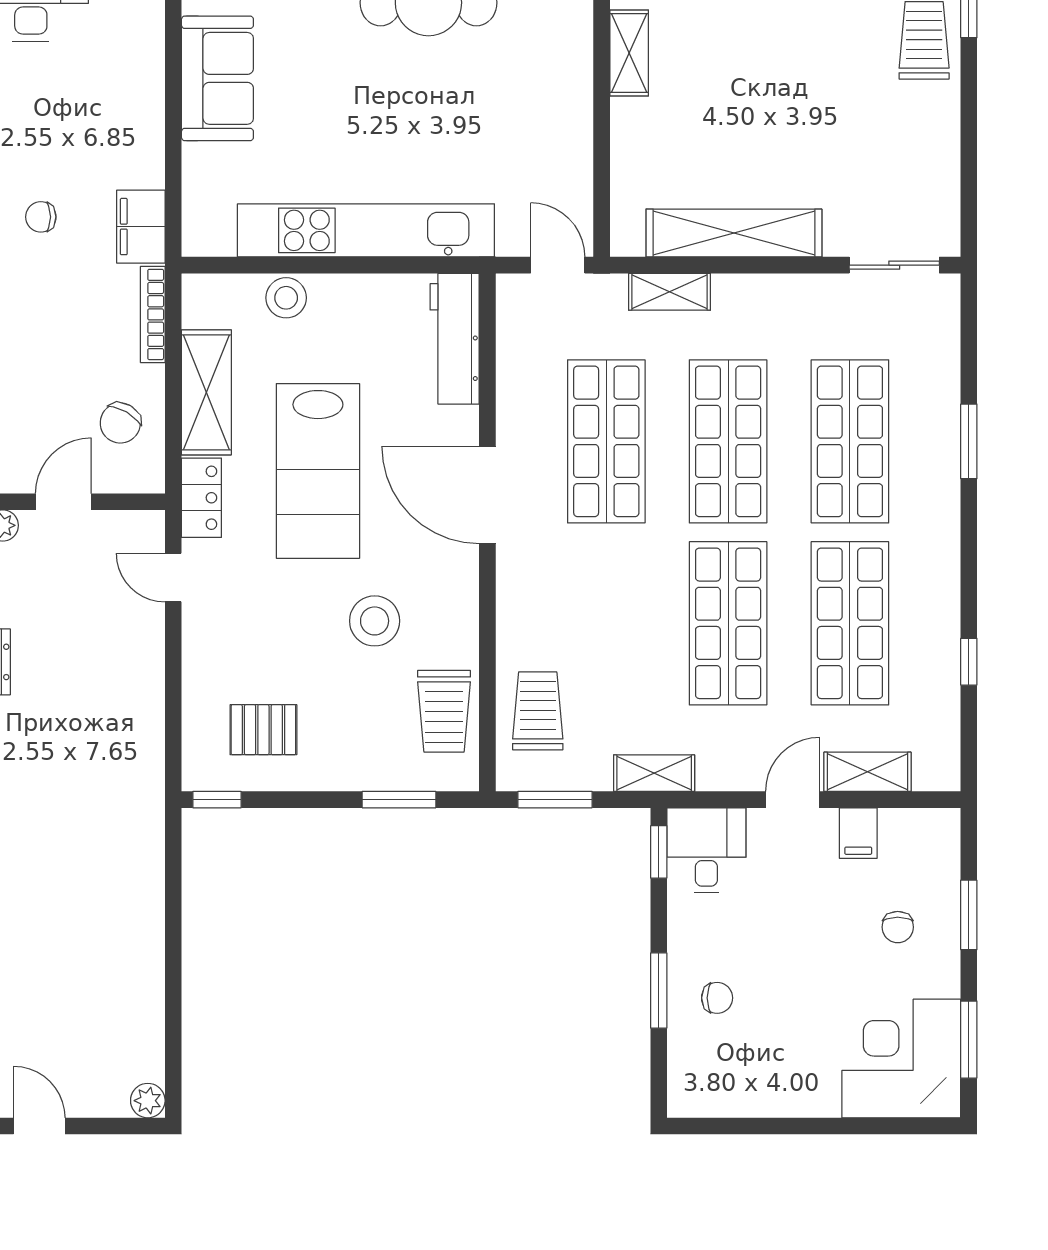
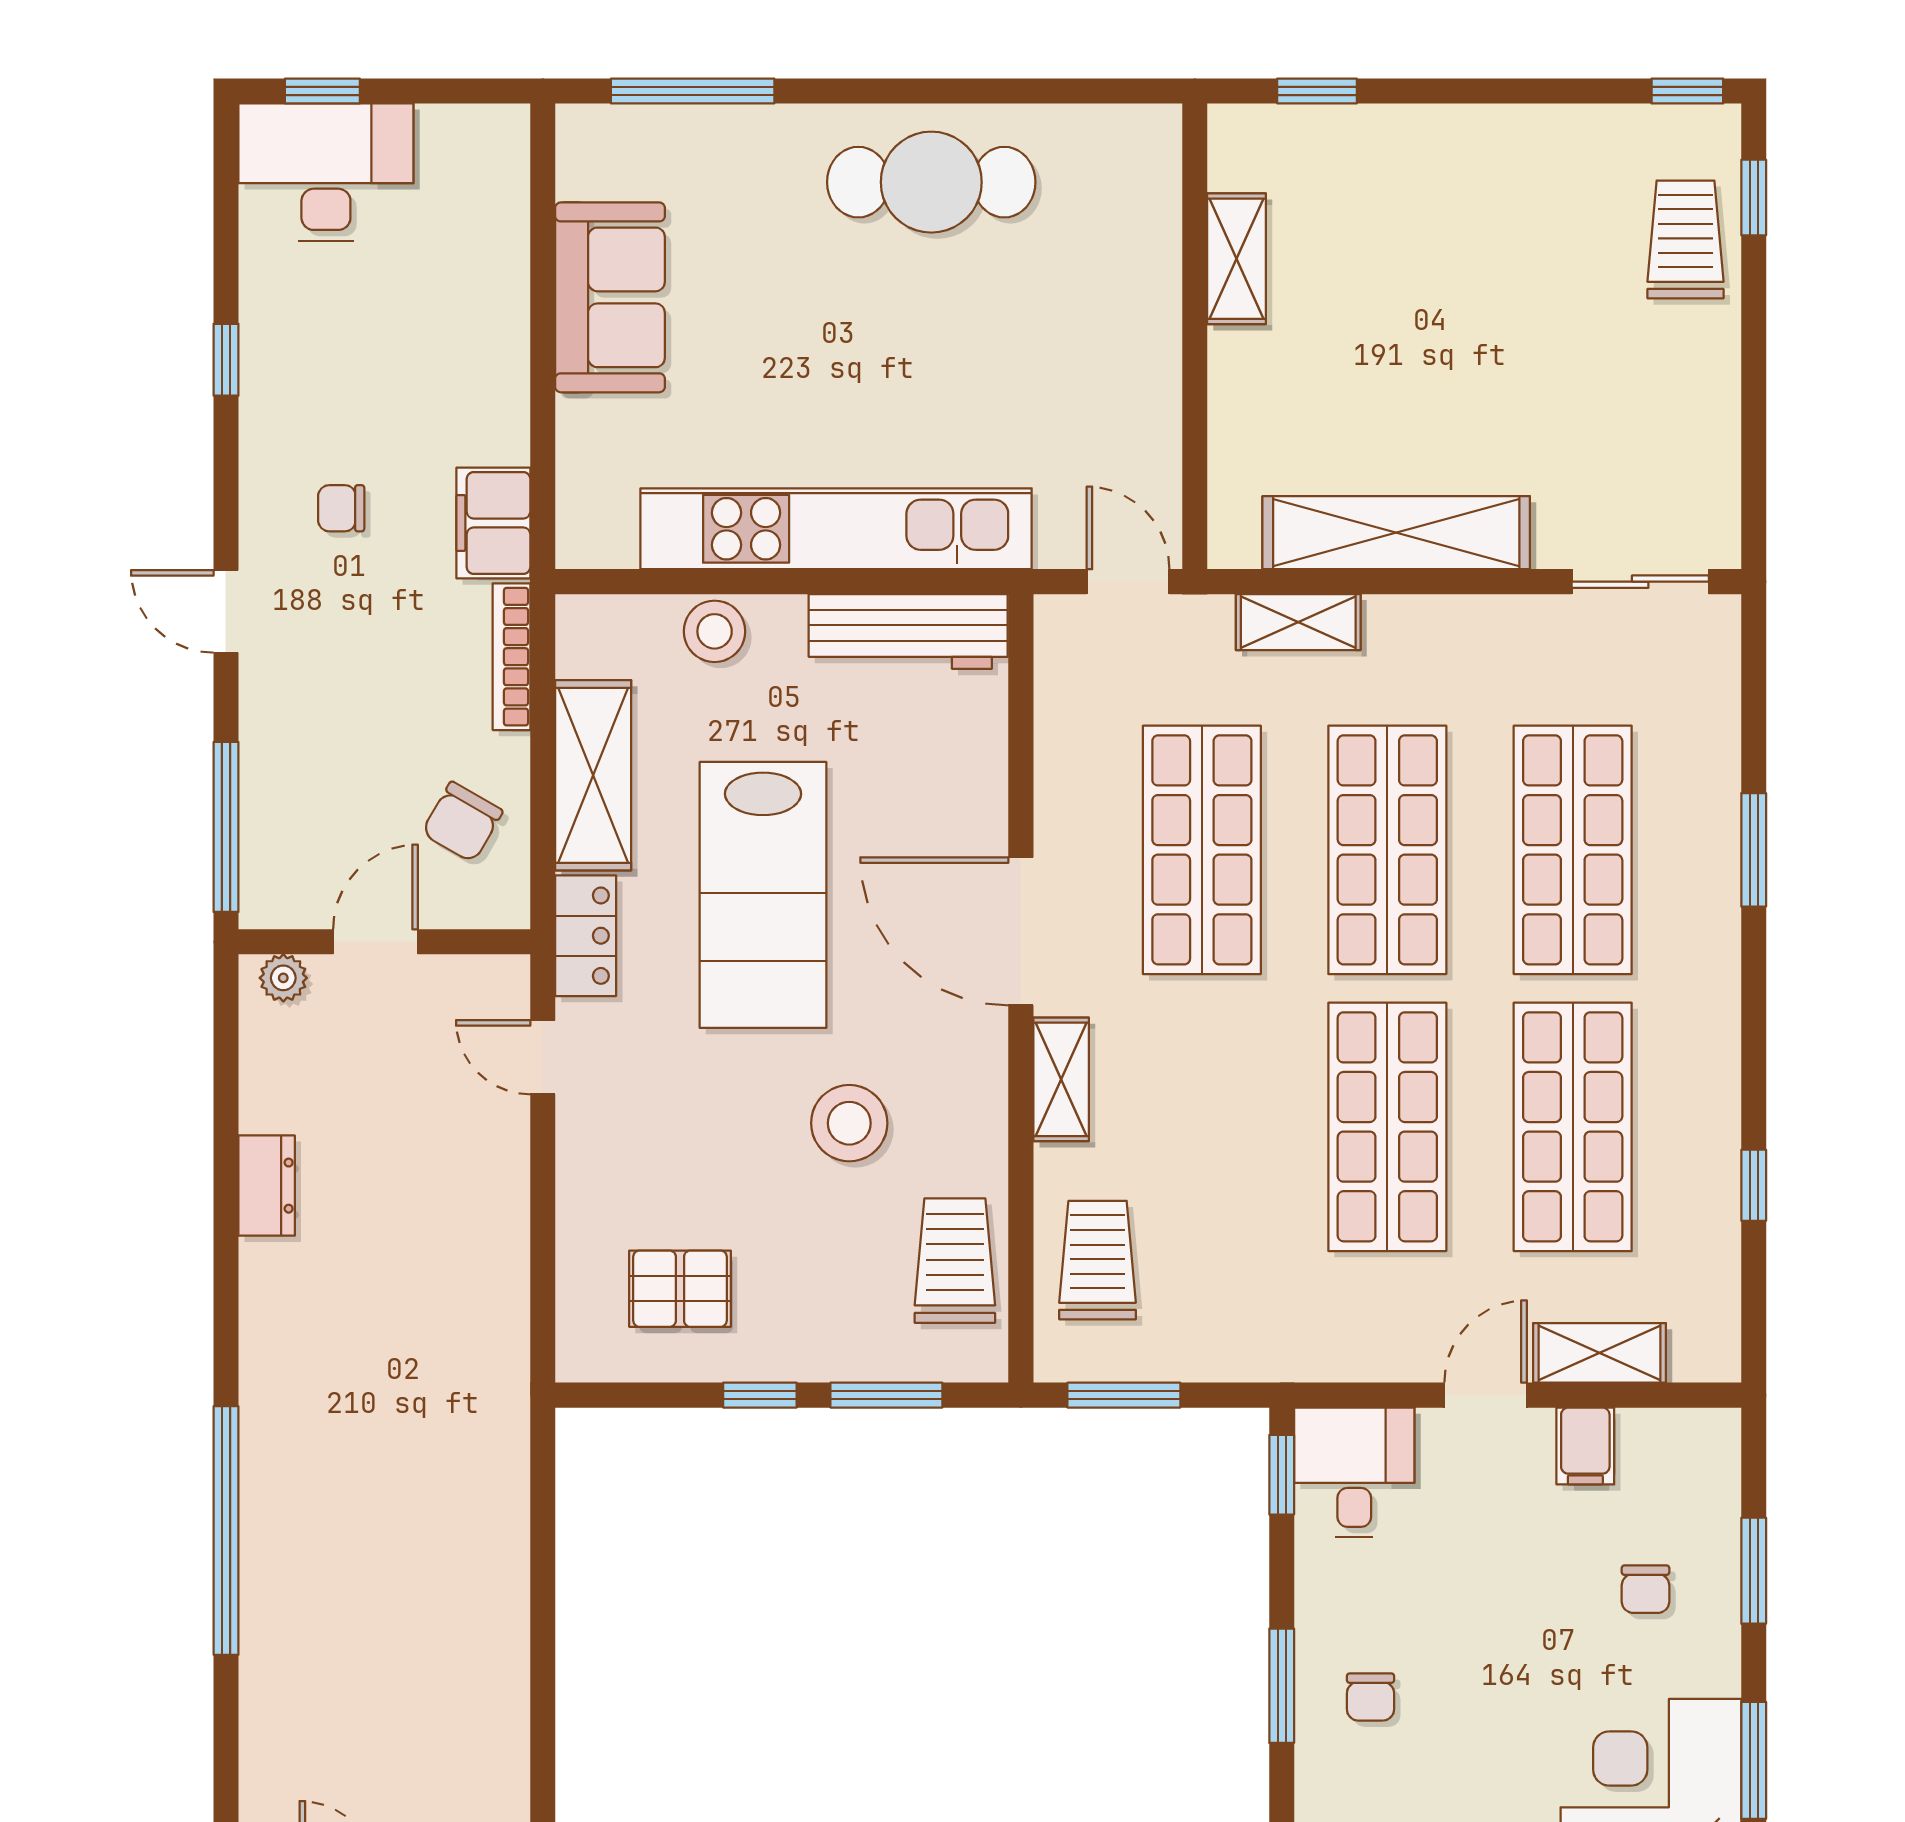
workbench: (455, 339) -> (908, 631), moved, turned -90
trolley: (444, 711) -> (955, 1261), turned 180
shelving: (654, 773) -> (1061, 1079), moved, turned 90
window: (217, 800) -> (760, 1395), moved
chair: (717, 998) -> (1370, 1697), turned 90

